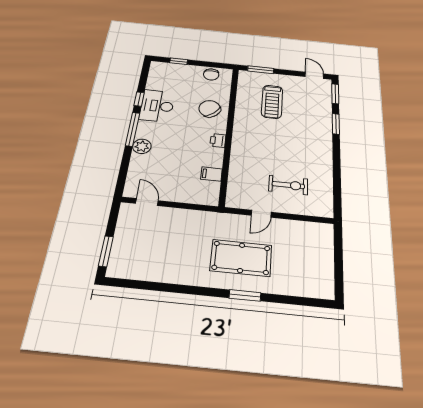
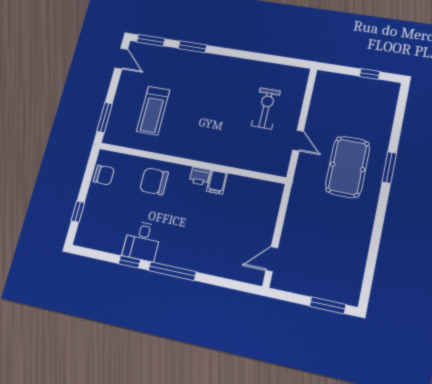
door: (314, 75) -> (121, 59), swing flipped
treadmill: (272, 102) -> (153, 111), turned 90
desk: (157, 106) -> (142, 241), width x0.73
chair: (210, 109) -> (154, 181), turned 43
plant: (142, 146) -> (198, 261), removed
filing cabinet: (211, 174) -> (217, 182), moved
window: (339, 270) -> (370, 74), added

